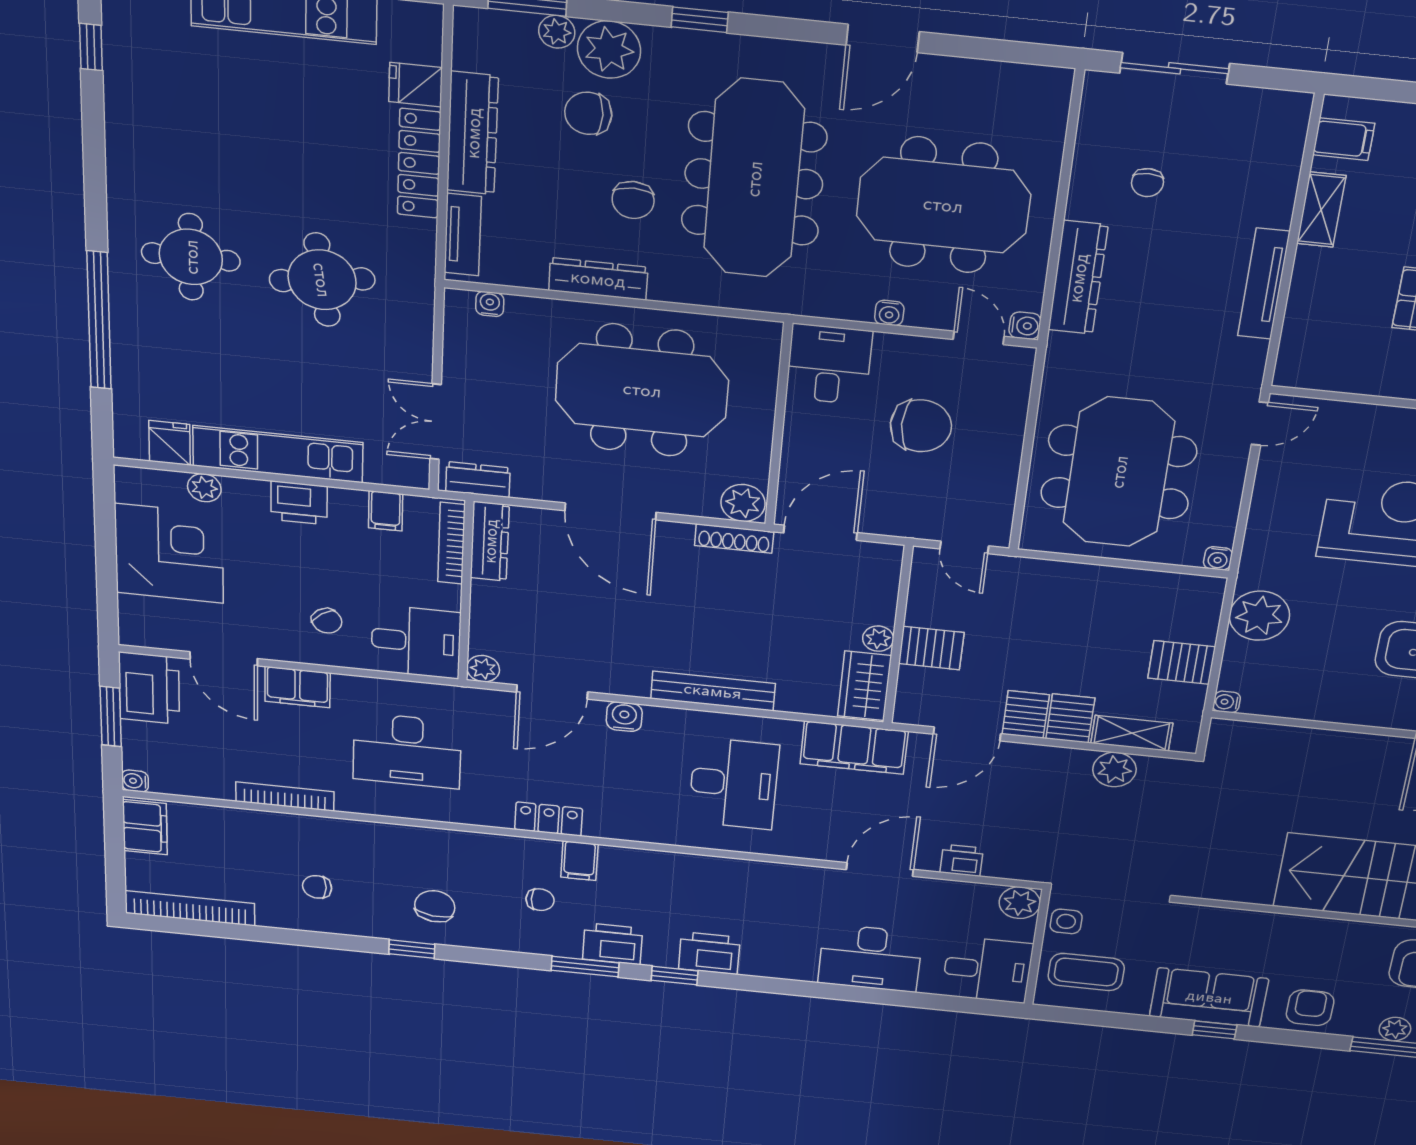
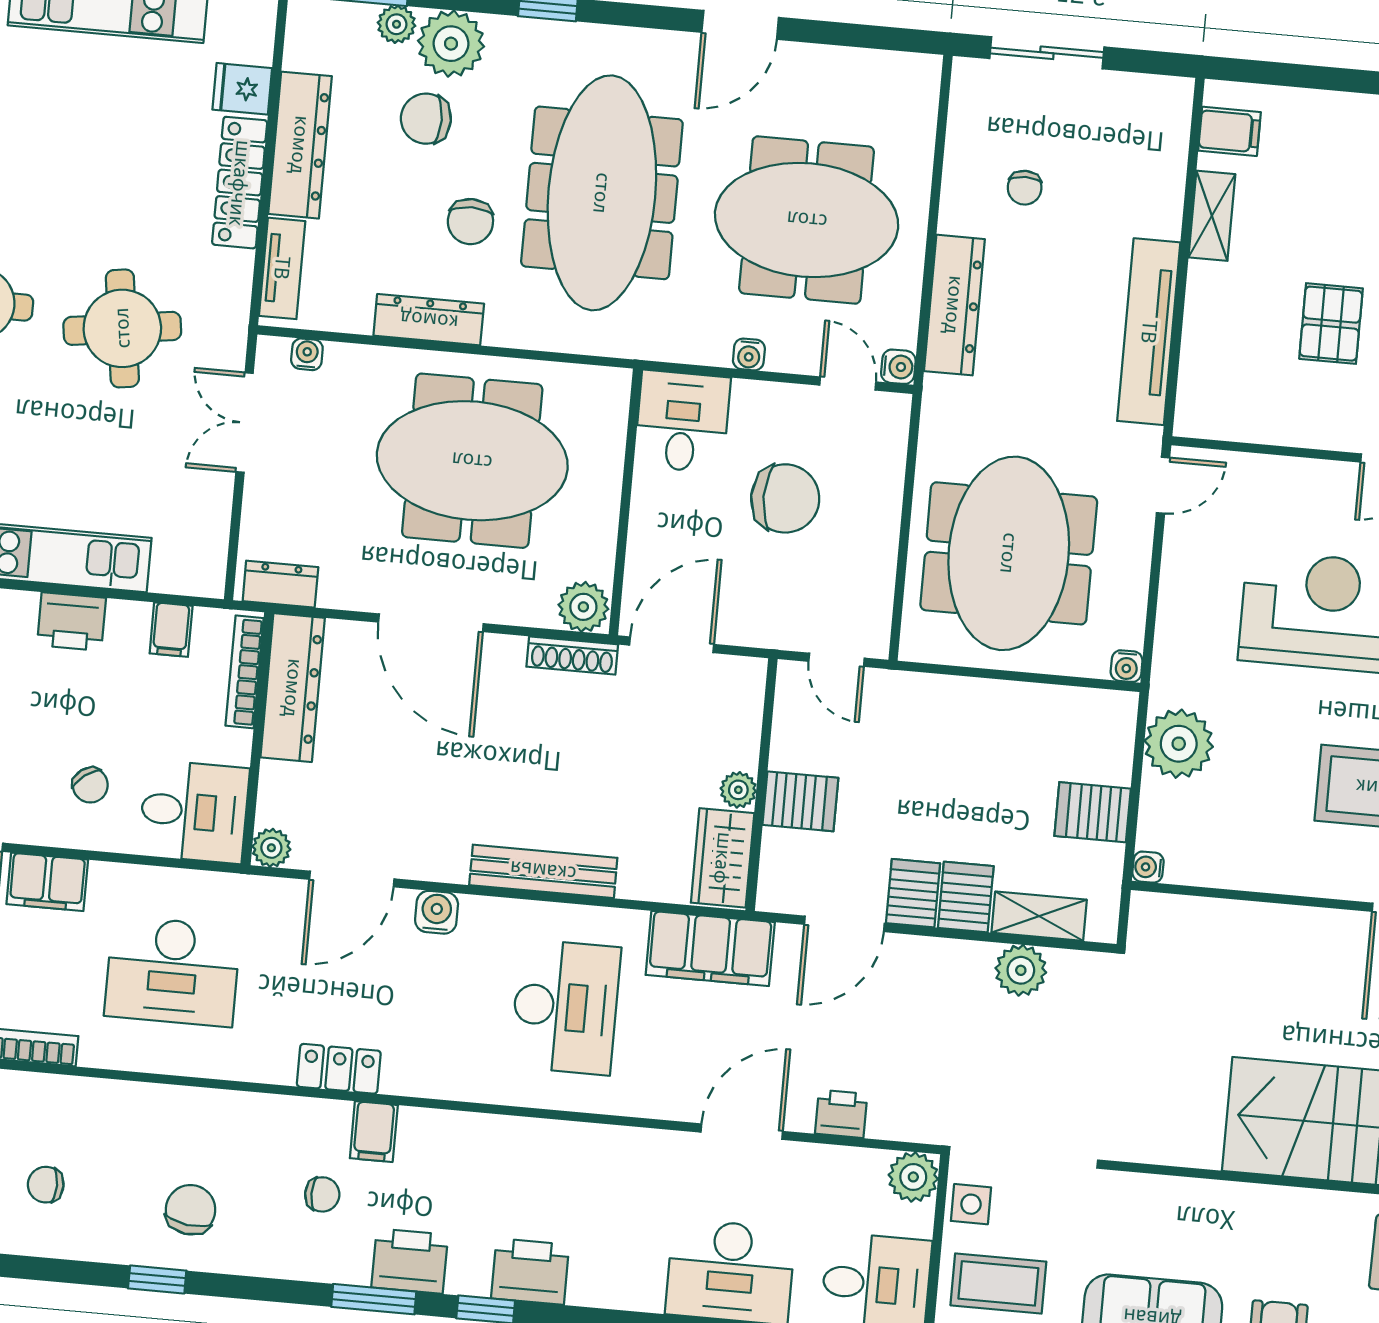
tv unit: (1264, 284) -> (1149, 332), width x1.36, depth x1.29
double door: (436, 422) -> (245, 423), moved
dresser: (490, 541) -> (293, 688), width x1.37, depth x1.24

